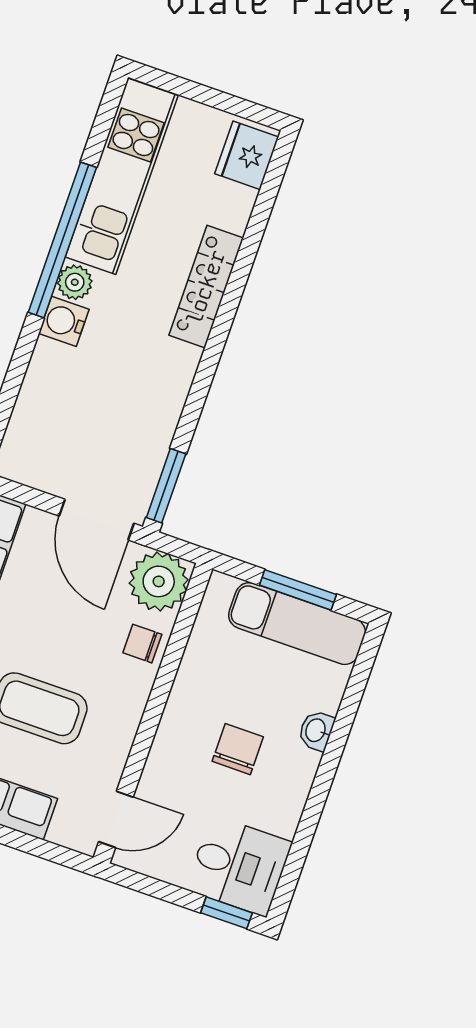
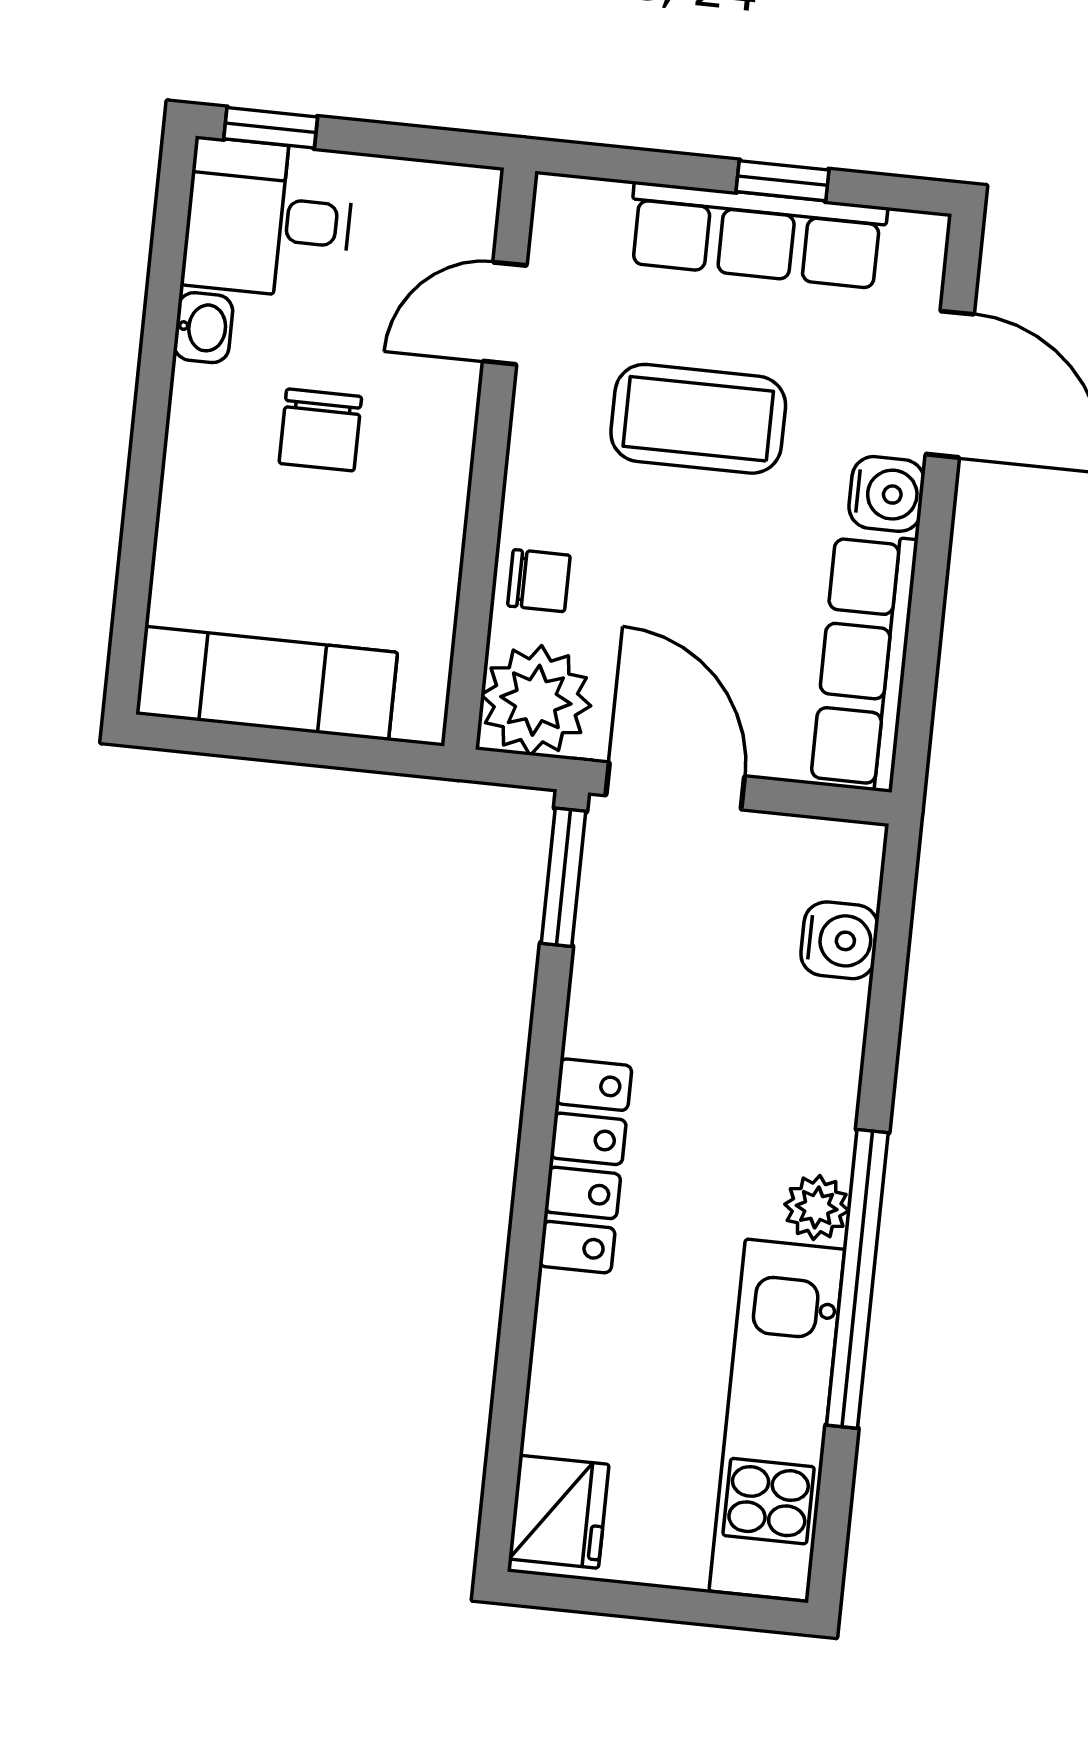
locker: (206, 287) -> (585, 1166), moved
water cooler: (64, 321) -> (839, 940), moved
window: (298, 590) -> (280, 745), removed
washbasin: (316, 731) -> (203, 328), moved
door: (116, 819) -> (505, 313), moved

